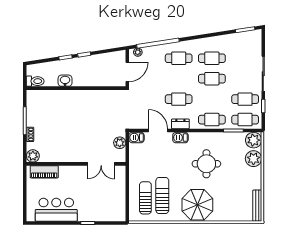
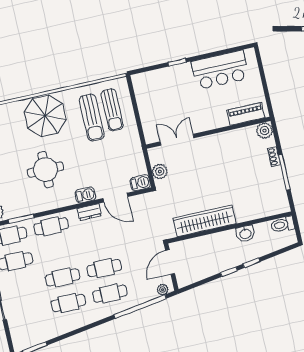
wardrobe: (94, 97) -> (205, 221), added
cafe table: (179, 99) -> (104, 268), moved

